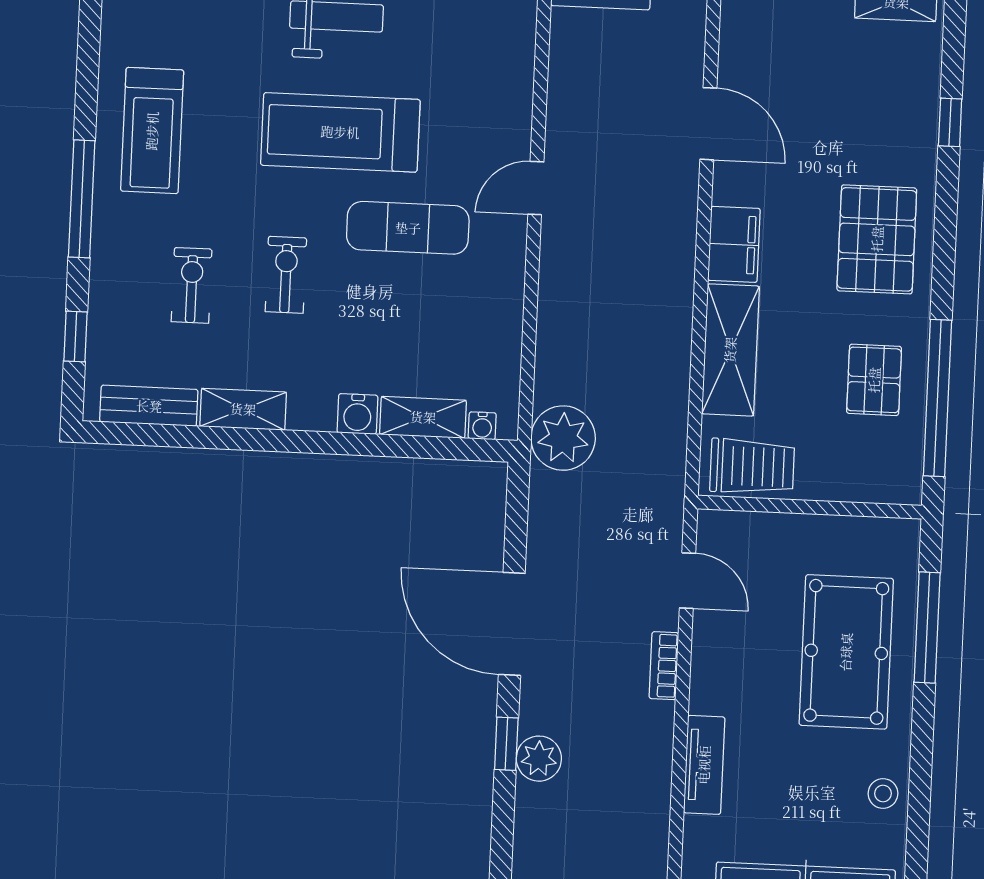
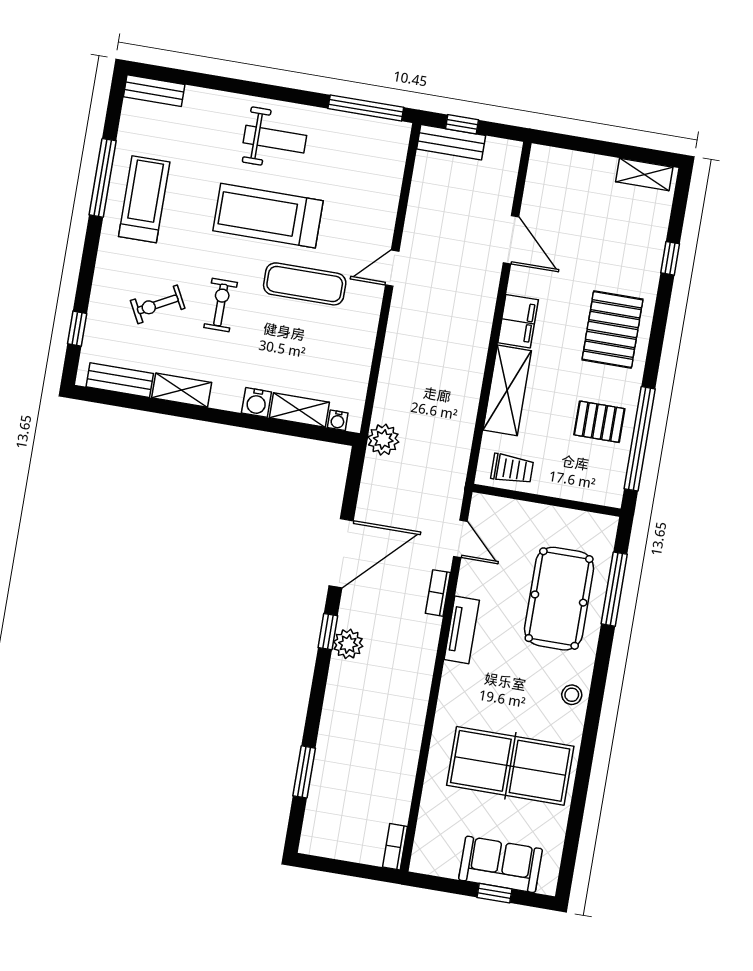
treadmill: (152, 131) -> (144, 199), turned 180
window: (82, 199) -> (103, 178), moved
exercise bike: (192, 285) -> (158, 304), turned -118
pallet: (874, 380) -> (599, 422), turned 90
plant: (563, 438) -> (383, 440), width x0.73, depth x0.73
trolley: (752, 466) -> (512, 469), width x0.73, depth x0.72
door: (512, 624) -> (341, 553), swing flipped
tv unit: (704, 765) -> (462, 630), moved

